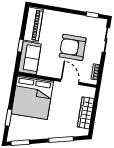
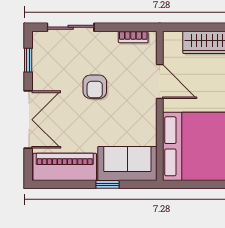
double door: (61, 10) -> (28, 120), added
armchair: (73, 47) -> (95, 87), width x0.53, depth x0.53
door: (70, 82) -> (160, 81), swing flipped

